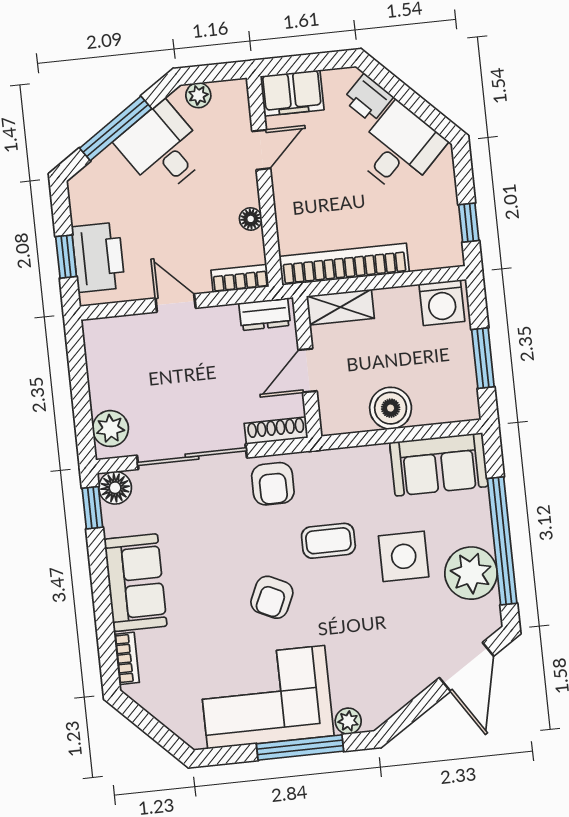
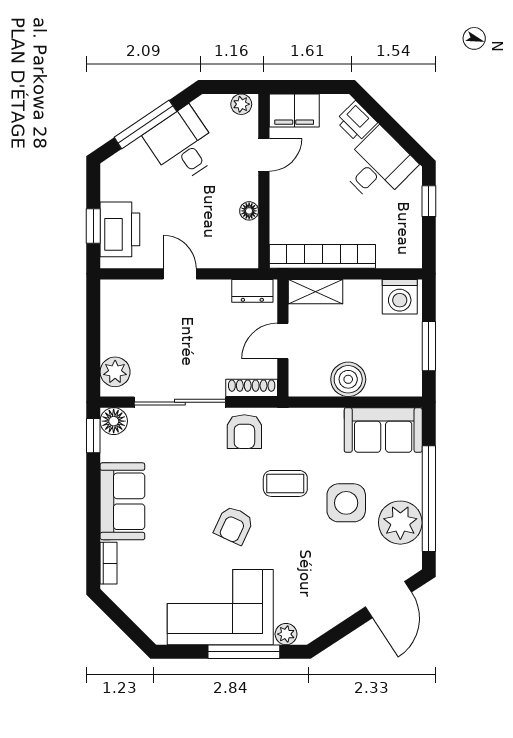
plant: (198, 95) -> (241, 104), moved
window: (469, 223) -> (429, 201), moved
bookcase: (240, 278) -> (235, 259), removed

